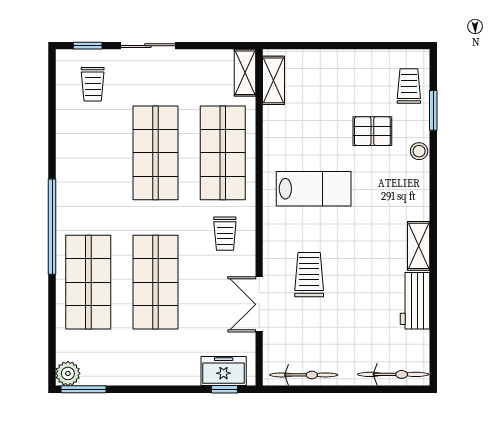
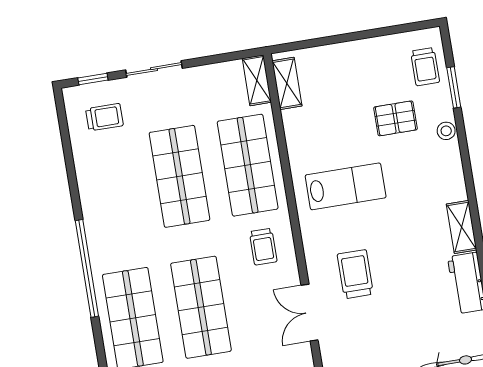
trolley: (93, 84) -> (104, 117), turned -90
trolley: (409, 86) -> (425, 67), turned 180

